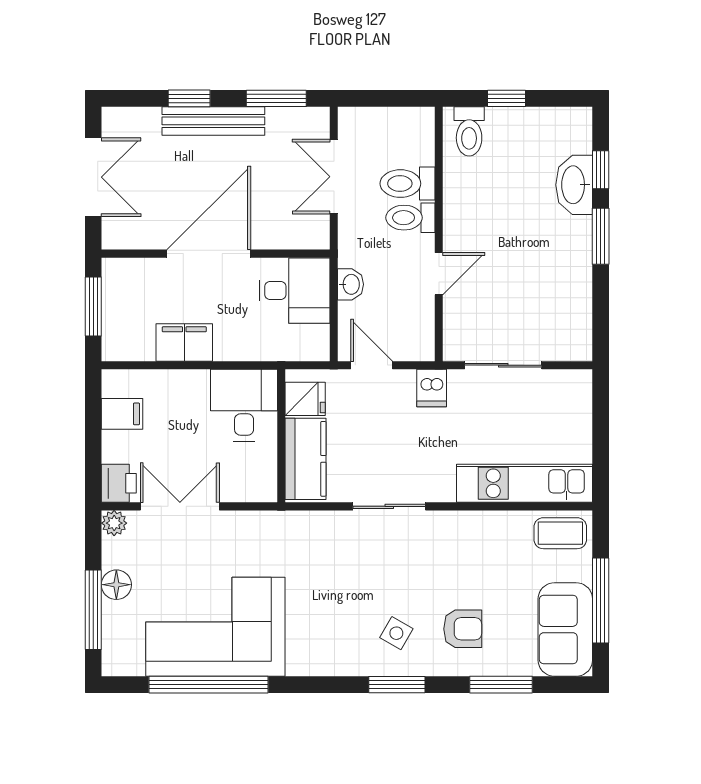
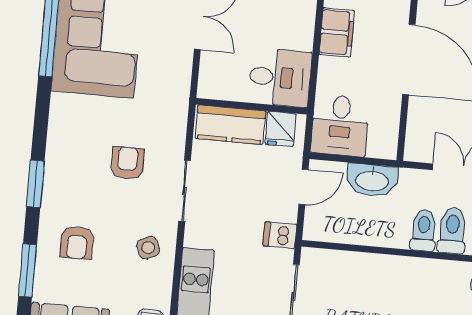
door: (439, 274) -> (375, 250), removed
washbasin: (351, 284) -> (372, 180), width x1.91, depth x1.45
desk: (294, 291) -> (340, 125), moved
armchair: (362, 577) -> (127, 163), added
side table: (396, 633) -> (148, 248), moved, turned 36

